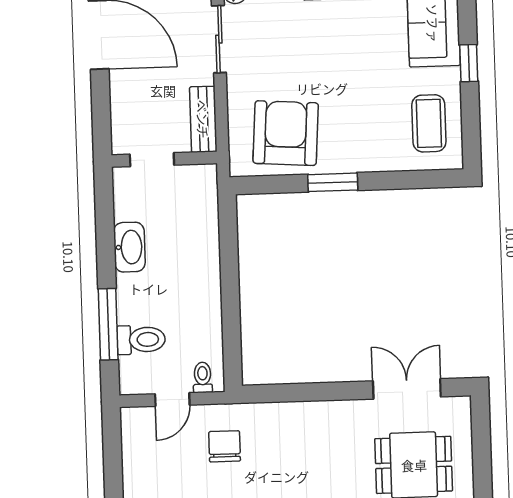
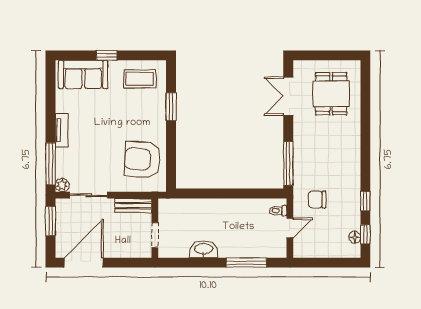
window: (333, 182) -> (171, 107), moved
toilet: (141, 340) -> (256, 244), removed
window: (287, 393) -> (288, 163), added
door: (172, 399) -> (290, 228), hinge flipped

